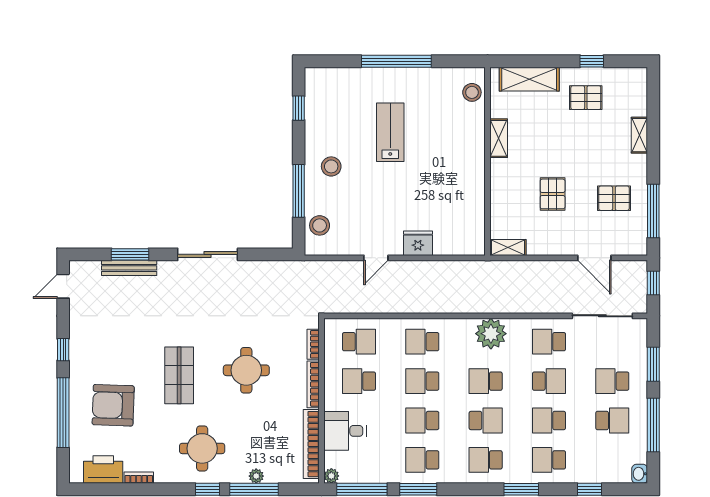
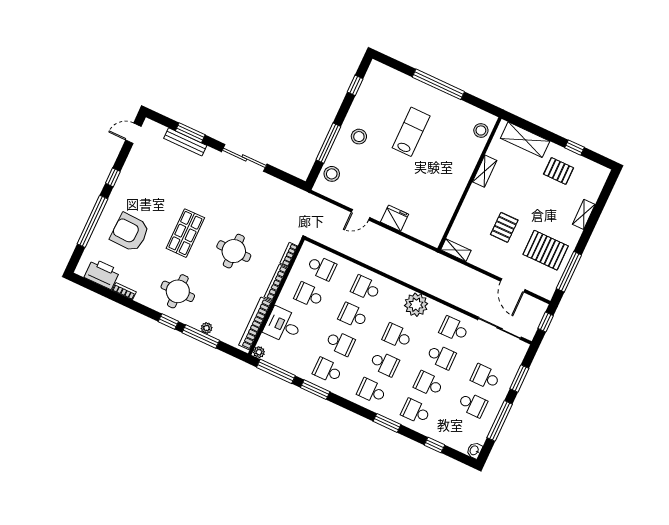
pallet: (614, 198) -> (546, 250), width x1.50, depth x1.42
school desk: (422, 421) -> (340, 343), turned 180

